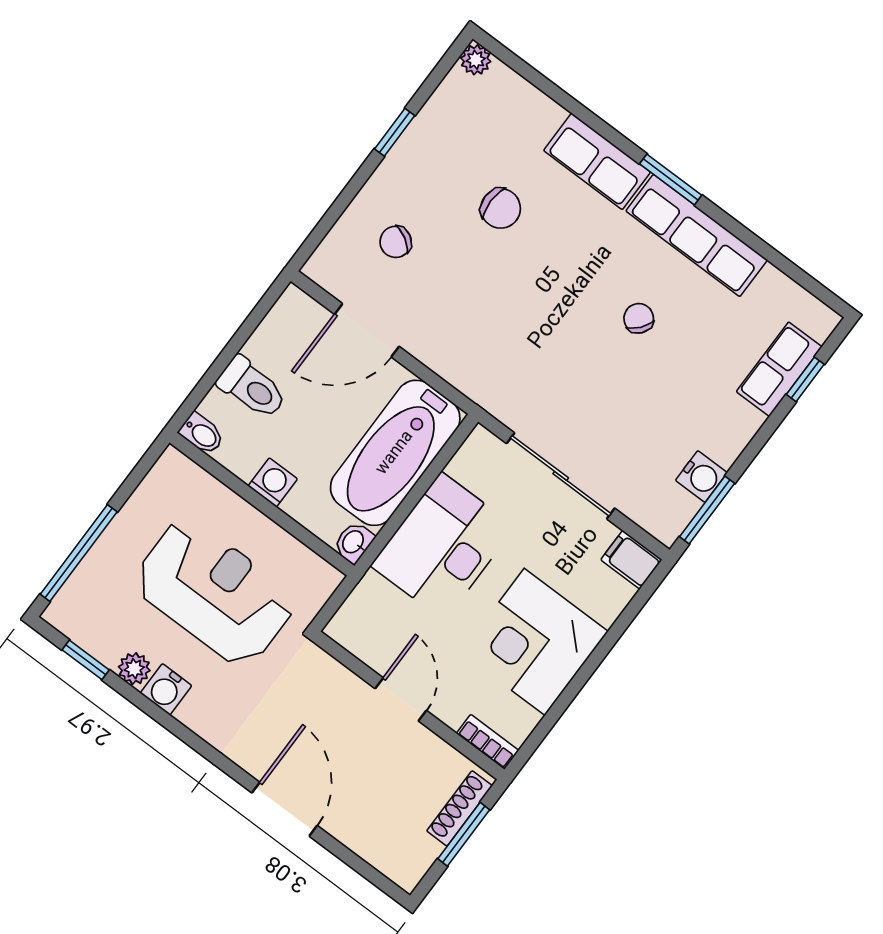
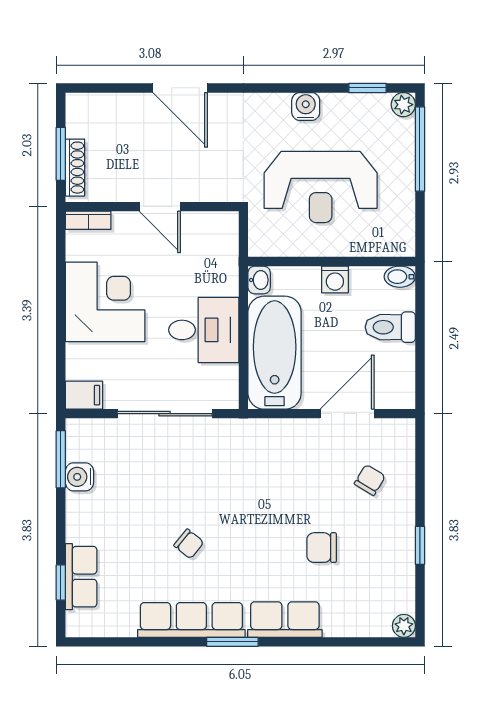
desk: (443, 546) -> (204, 330), width x0.73
plant: (134, 669) -> (403, 105), moved

